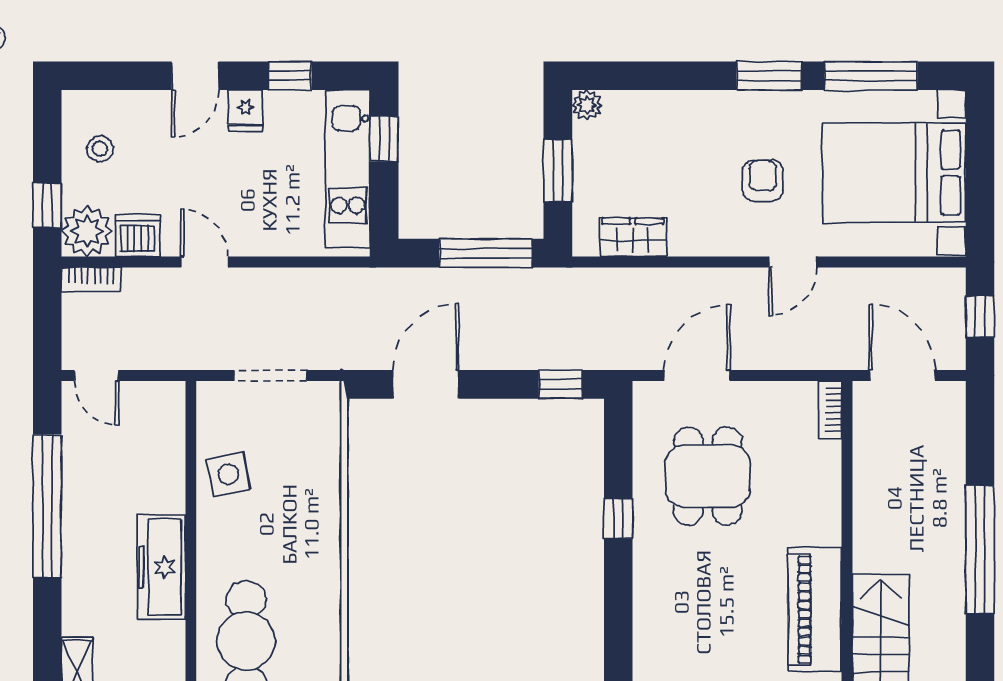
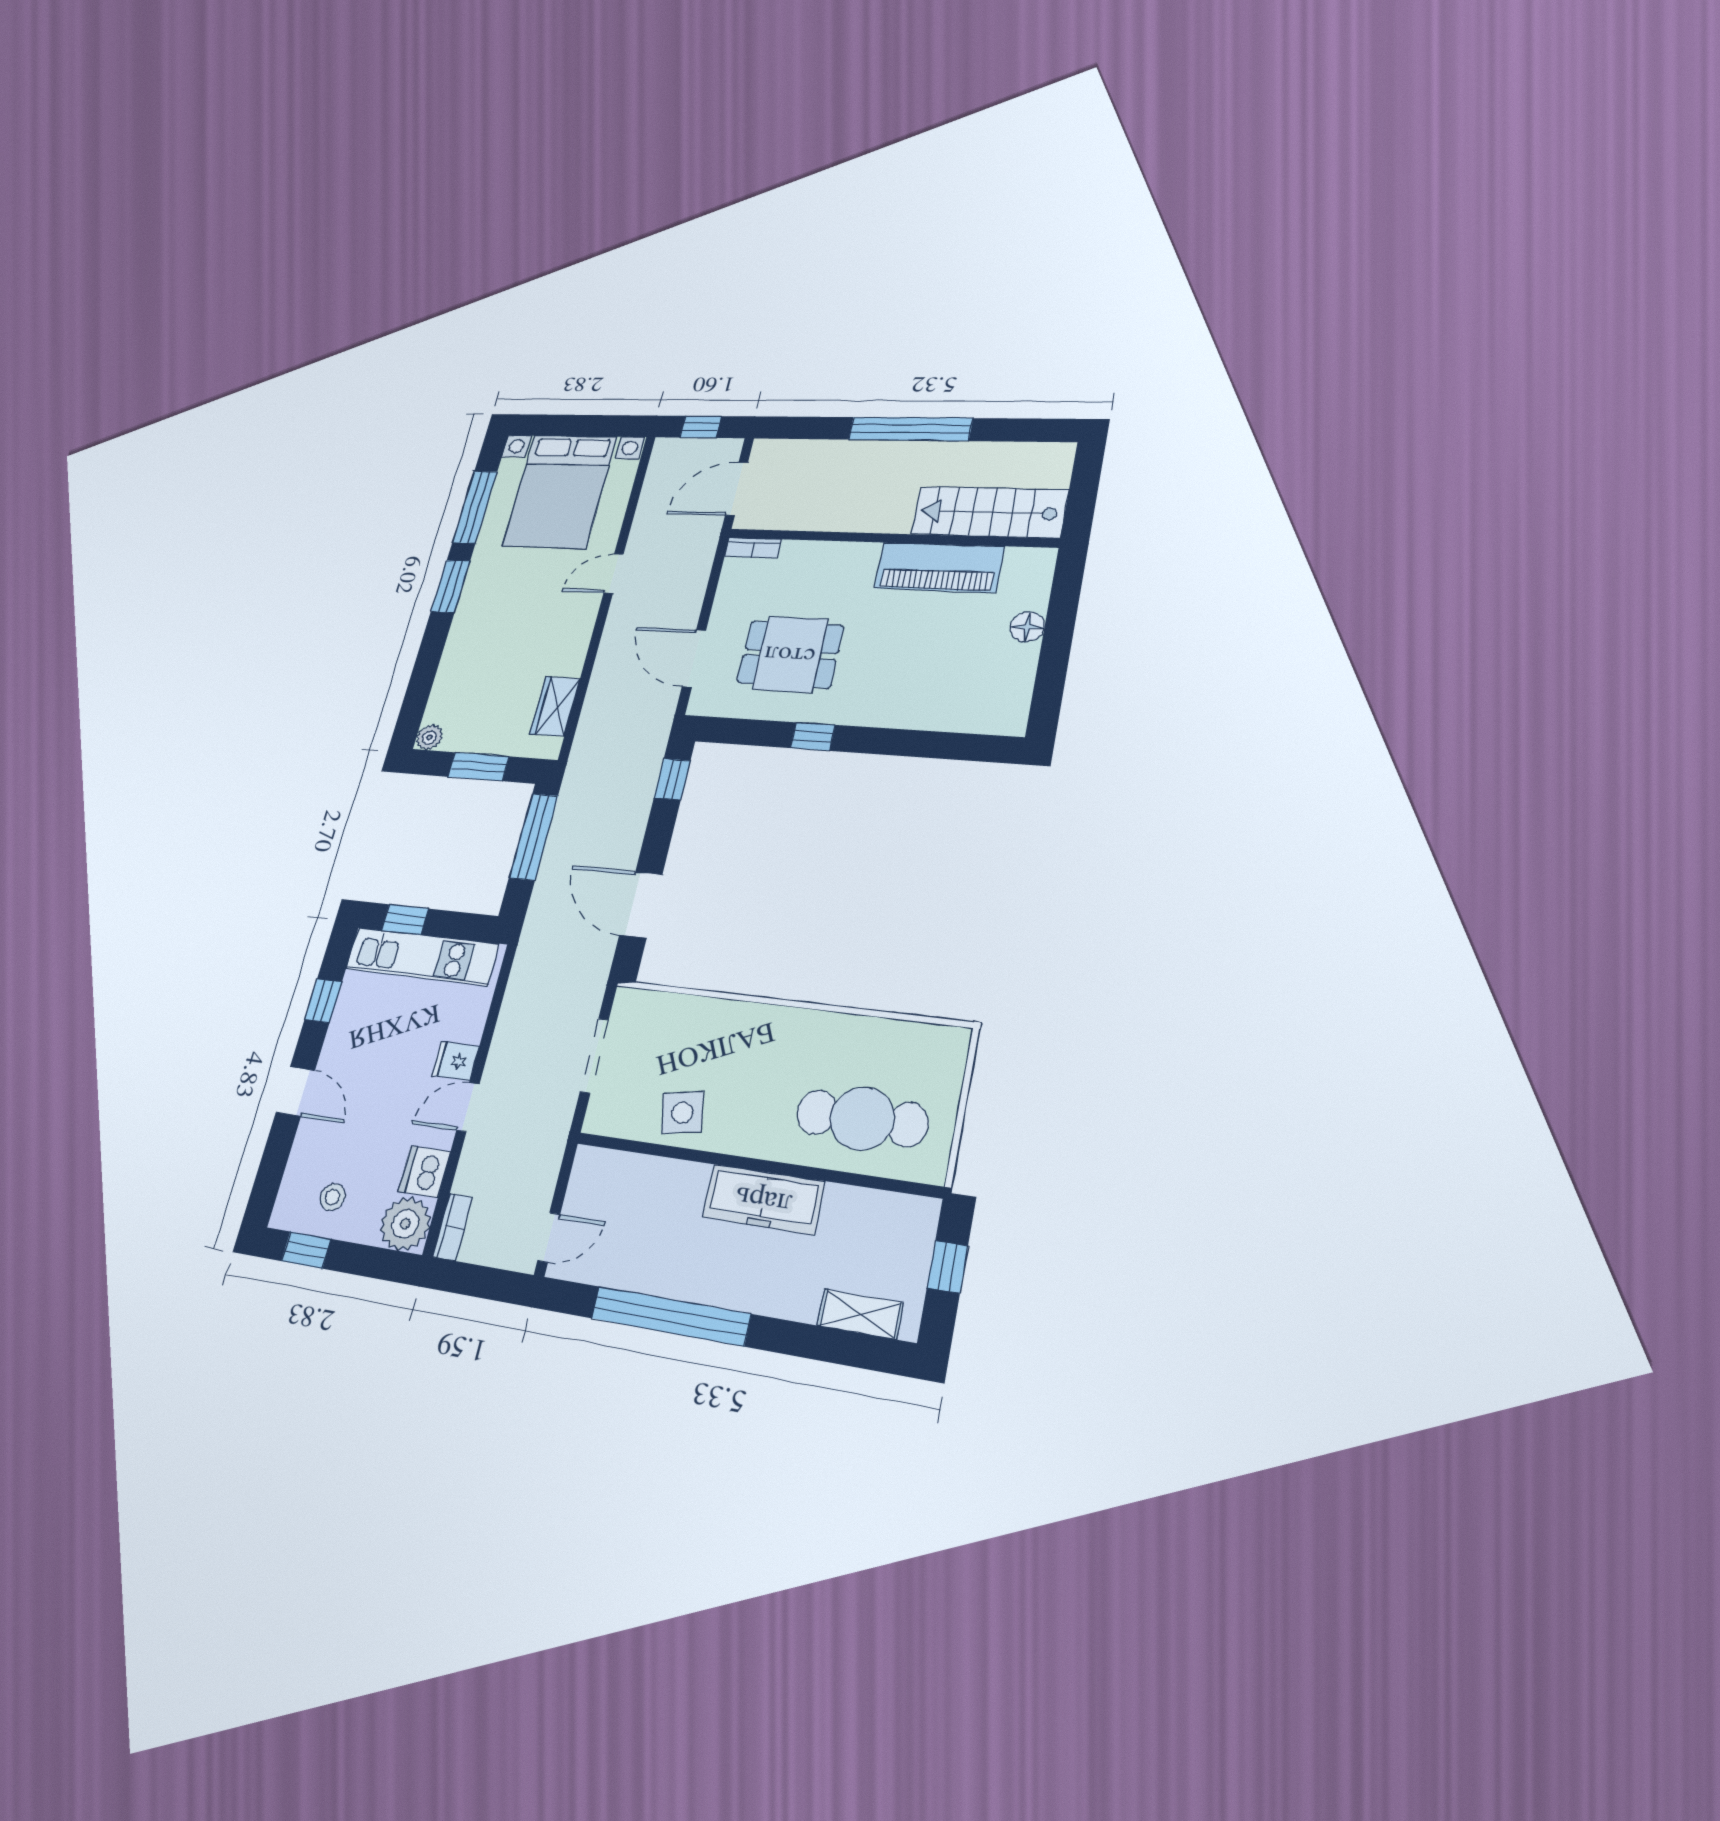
fridge: (245, 111) -> (455, 1061), moved, turned 180
armchair: (763, 181) -> (537, 595), removed
window: (47, 205) -> (306, 1250), moved
door: (793, 262) -> (614, 574), swing flipped

